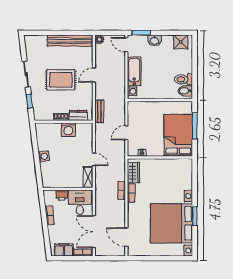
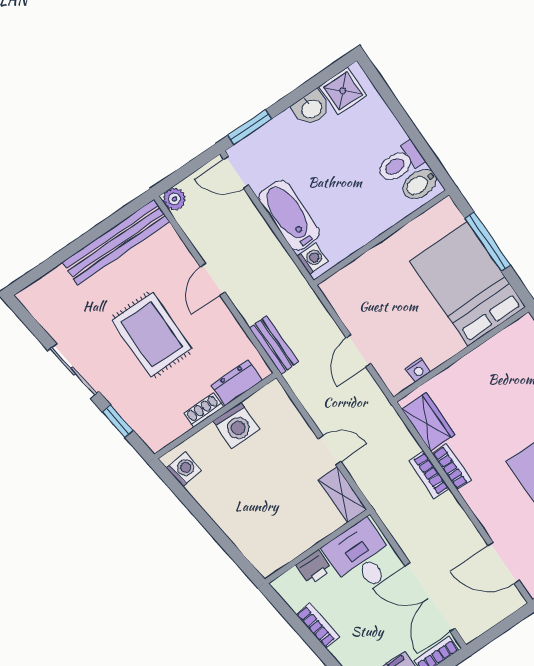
washbasin: (154, 41) -> (311, 108), moved
rug: (61, 80) -> (152, 335), turned 90
washing machine: (44, 156) -> (184, 469), moved

